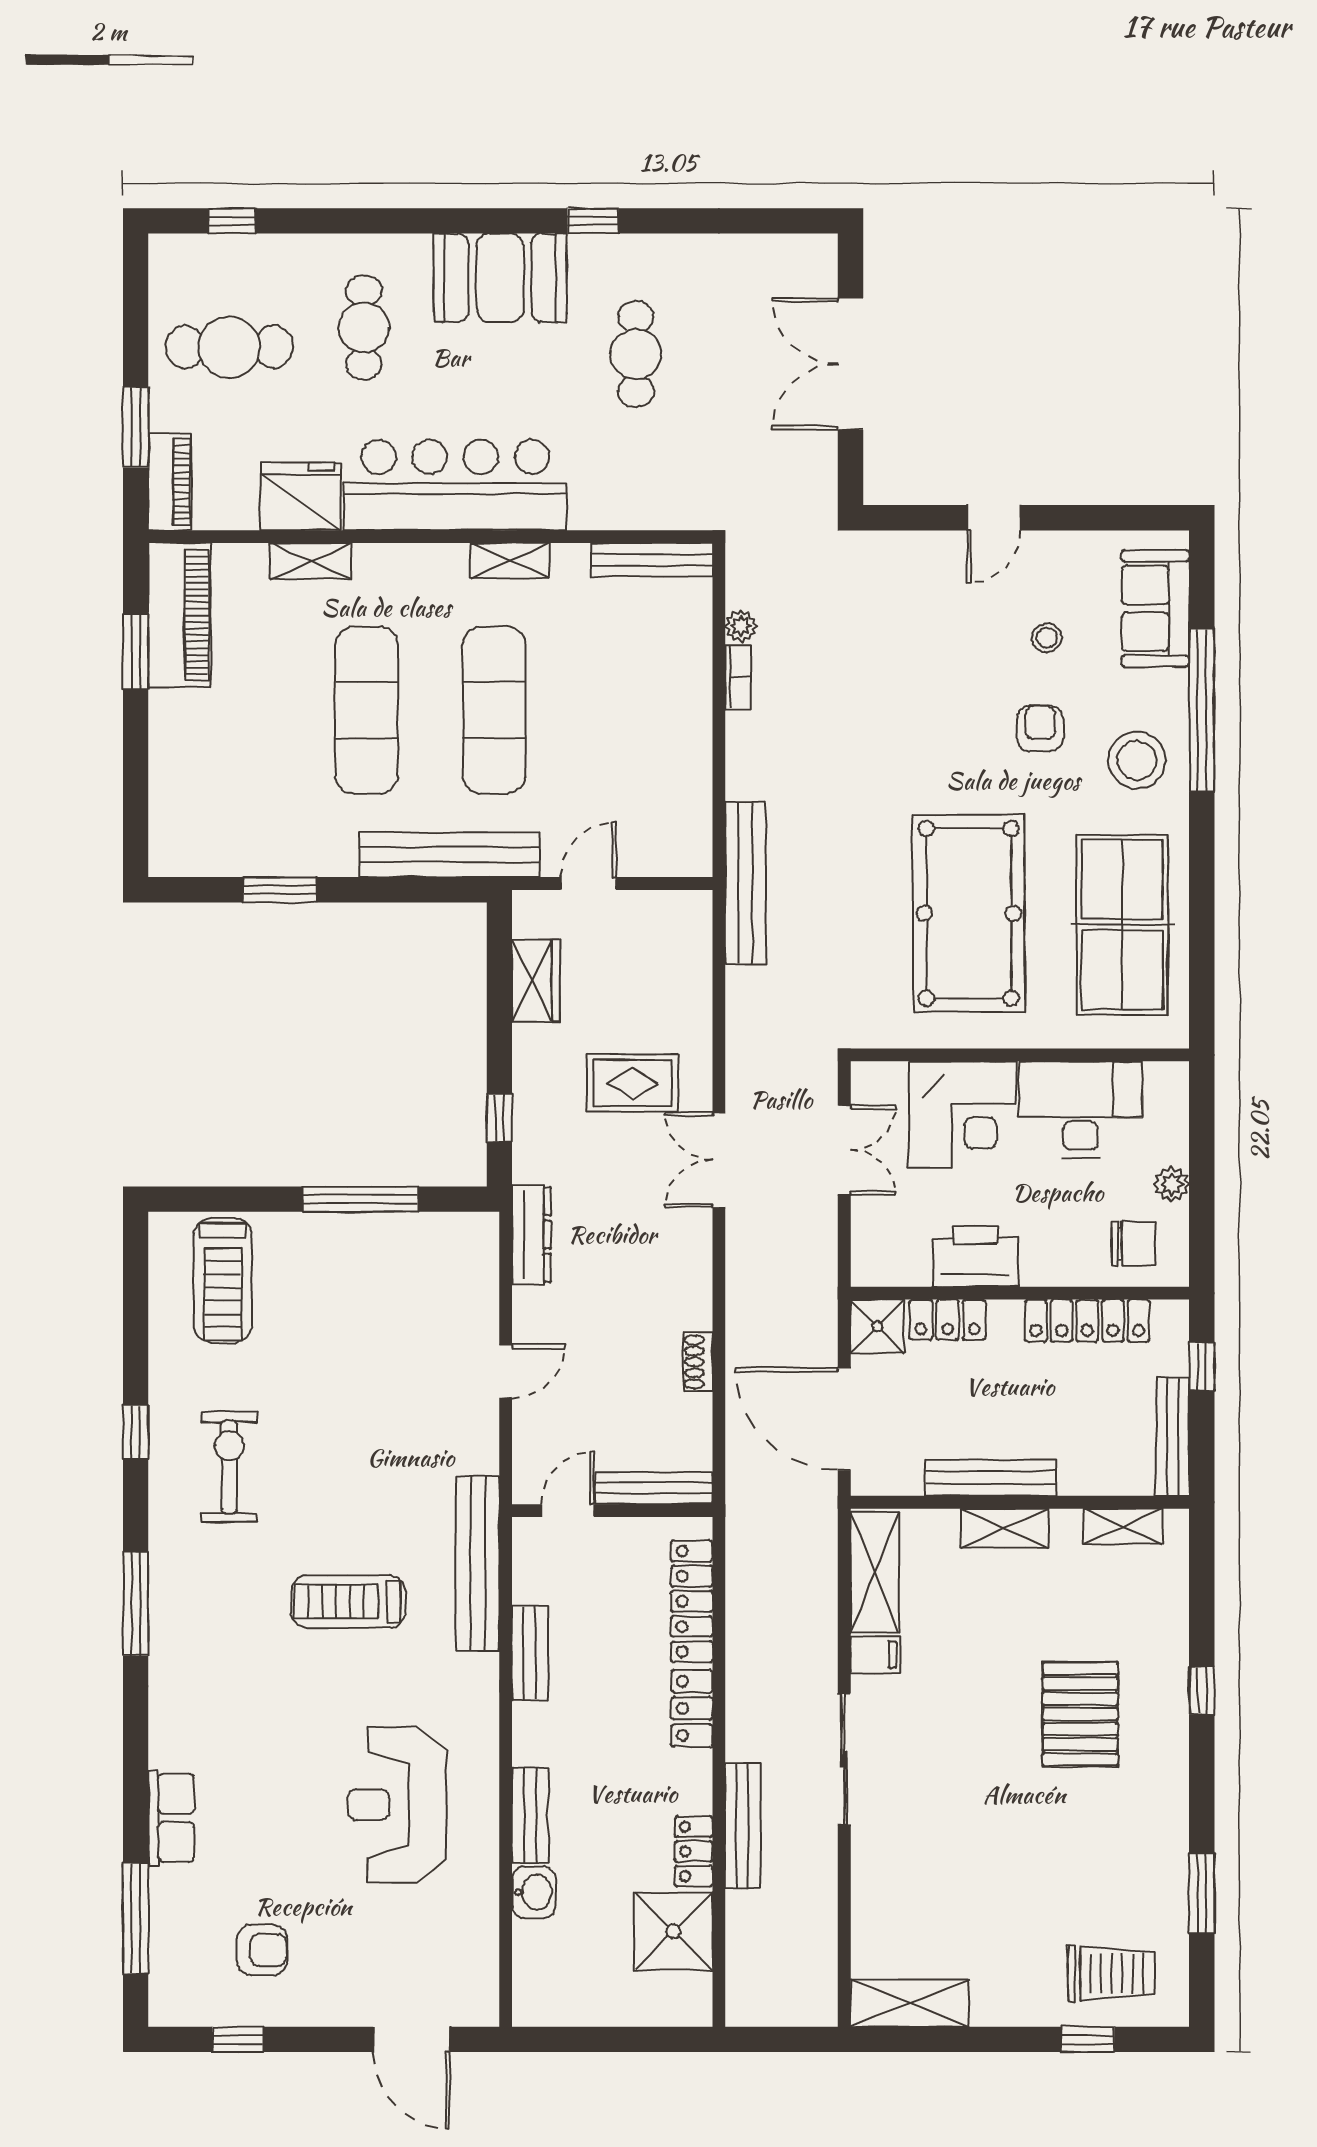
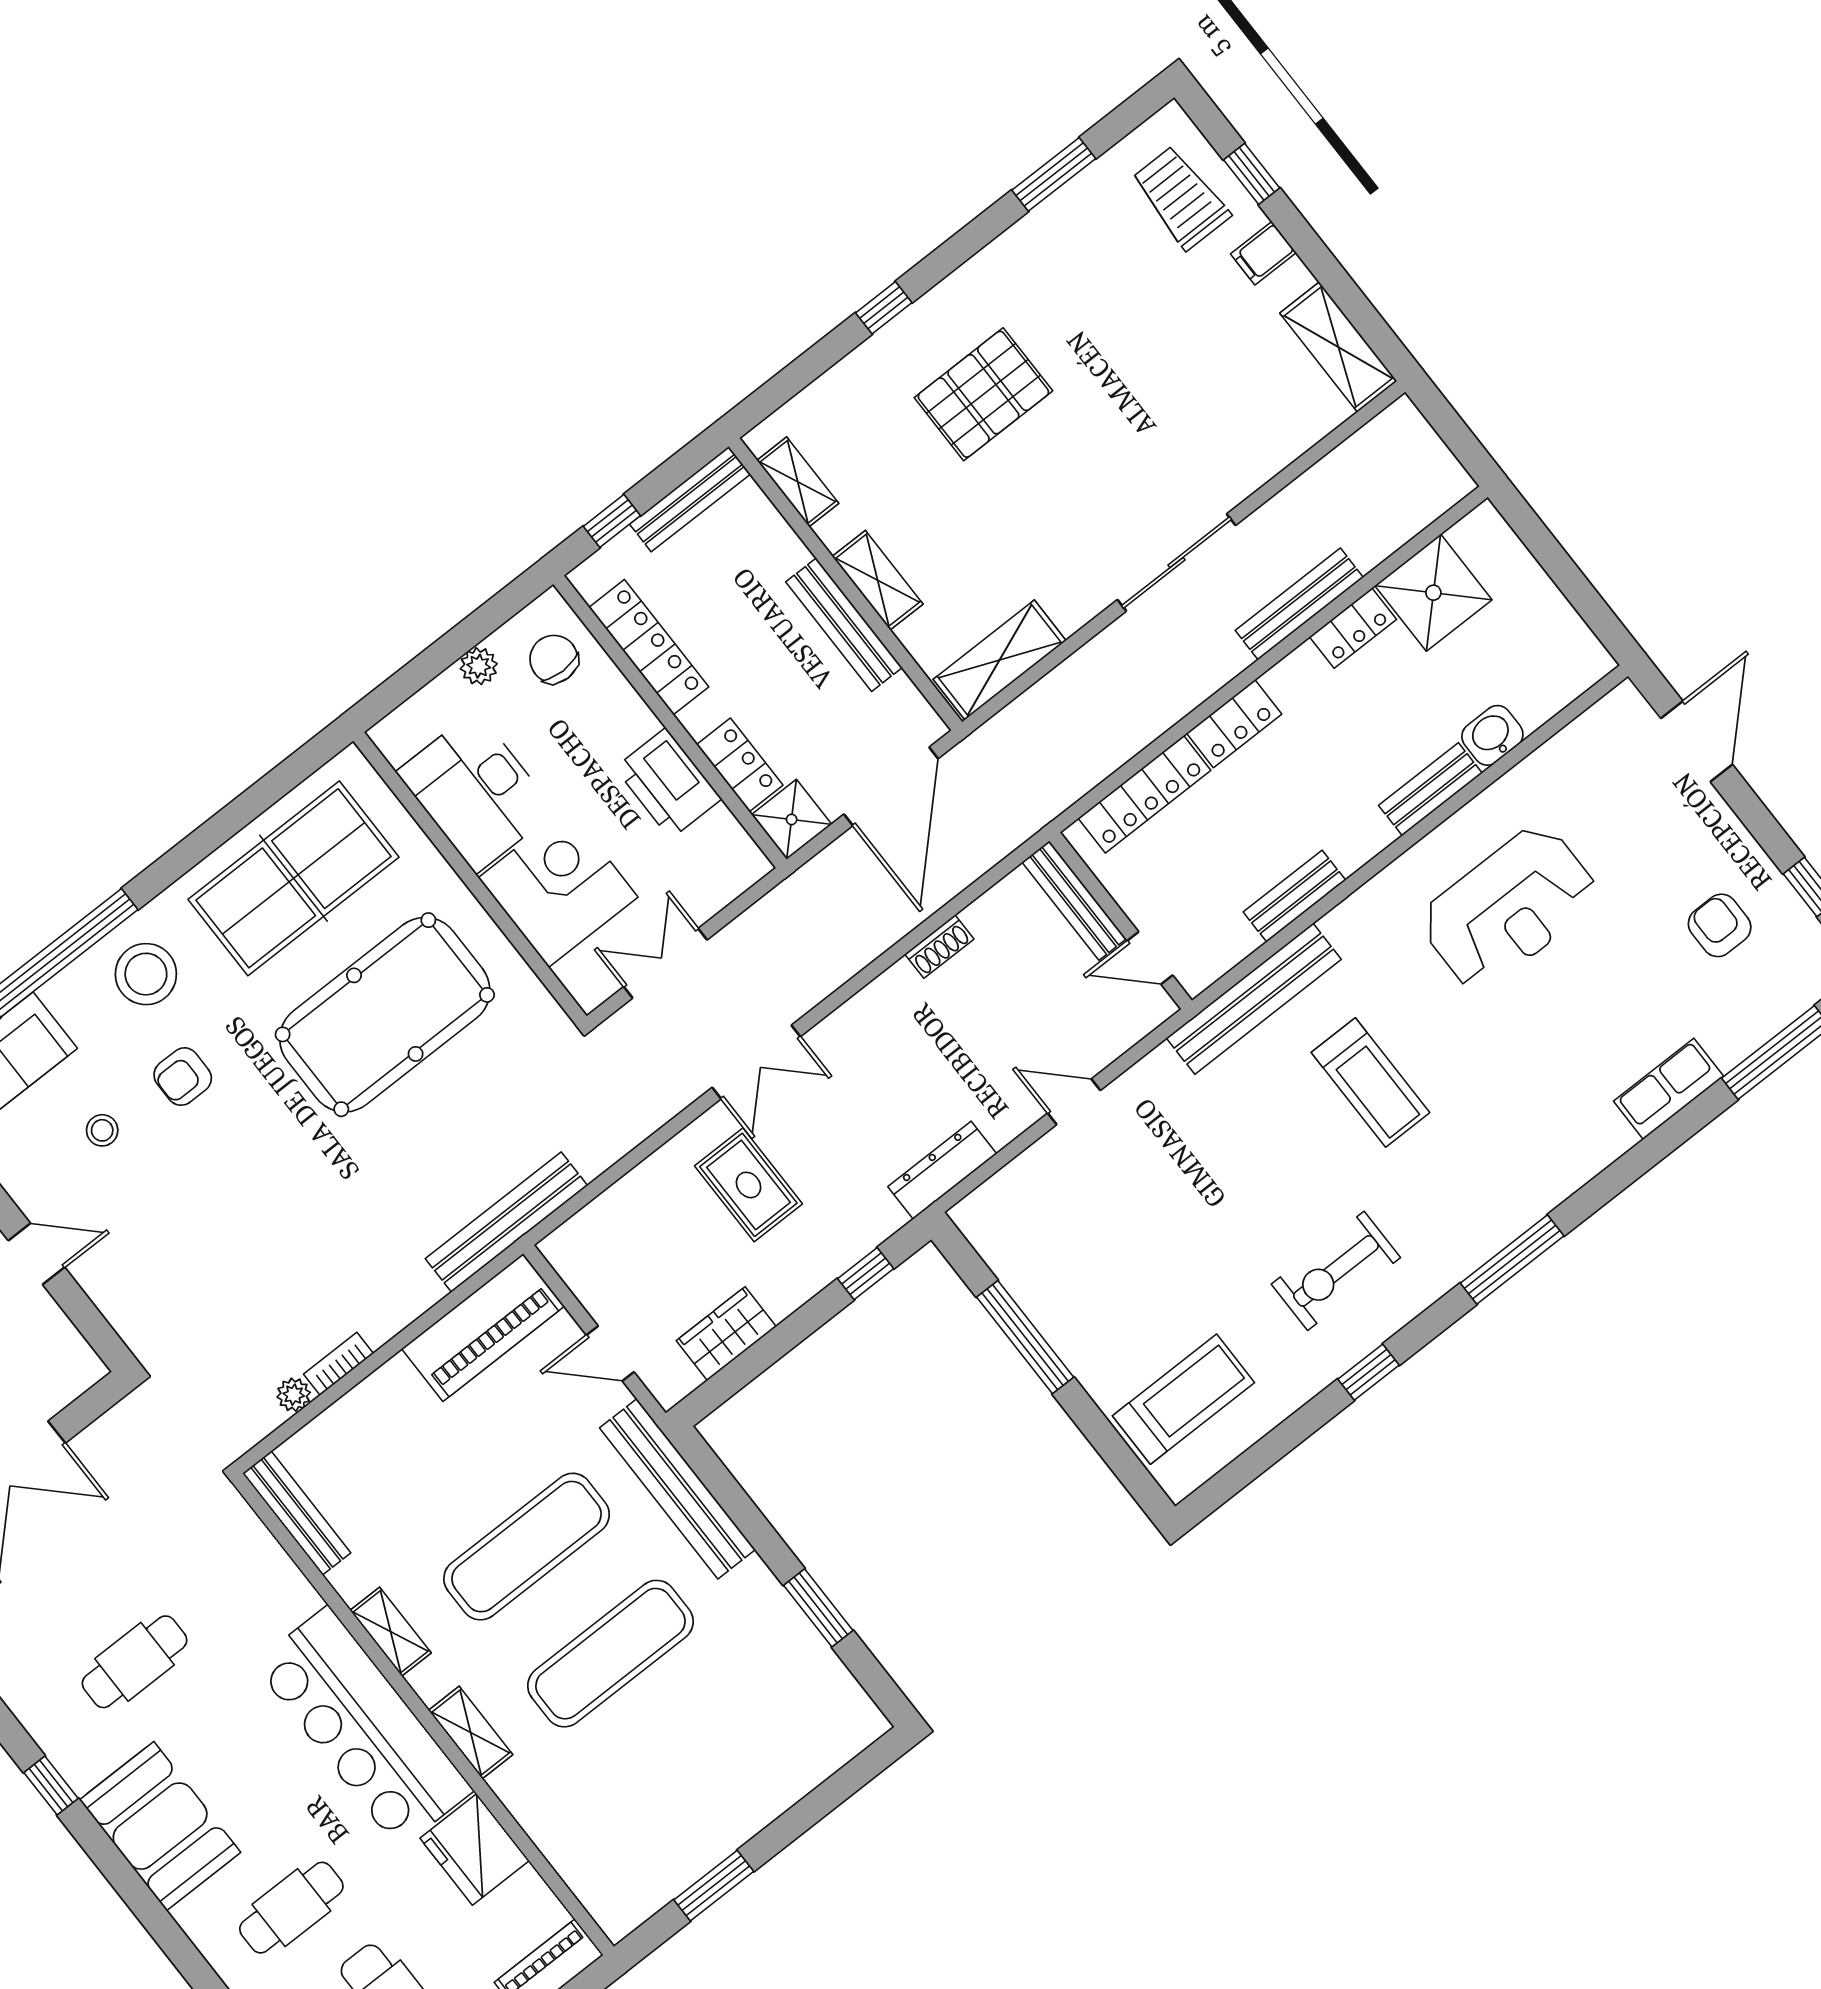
shelving: (310, 561) -> (471, 1733), moved
piano: (180, 615) -> (483, 1327), moved, turned 180
filing cabinet: (875, 1654) -> (1263, 253), moved, turned -90

